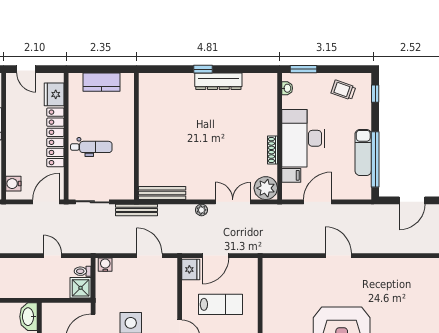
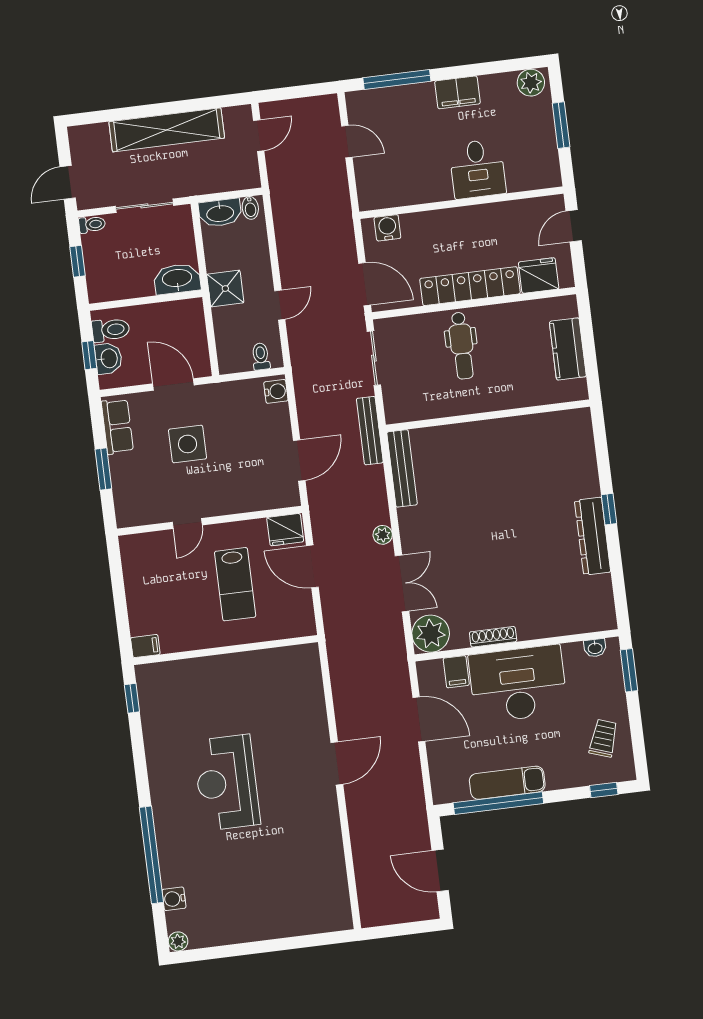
shower: (81, 288) -> (225, 289), moved

